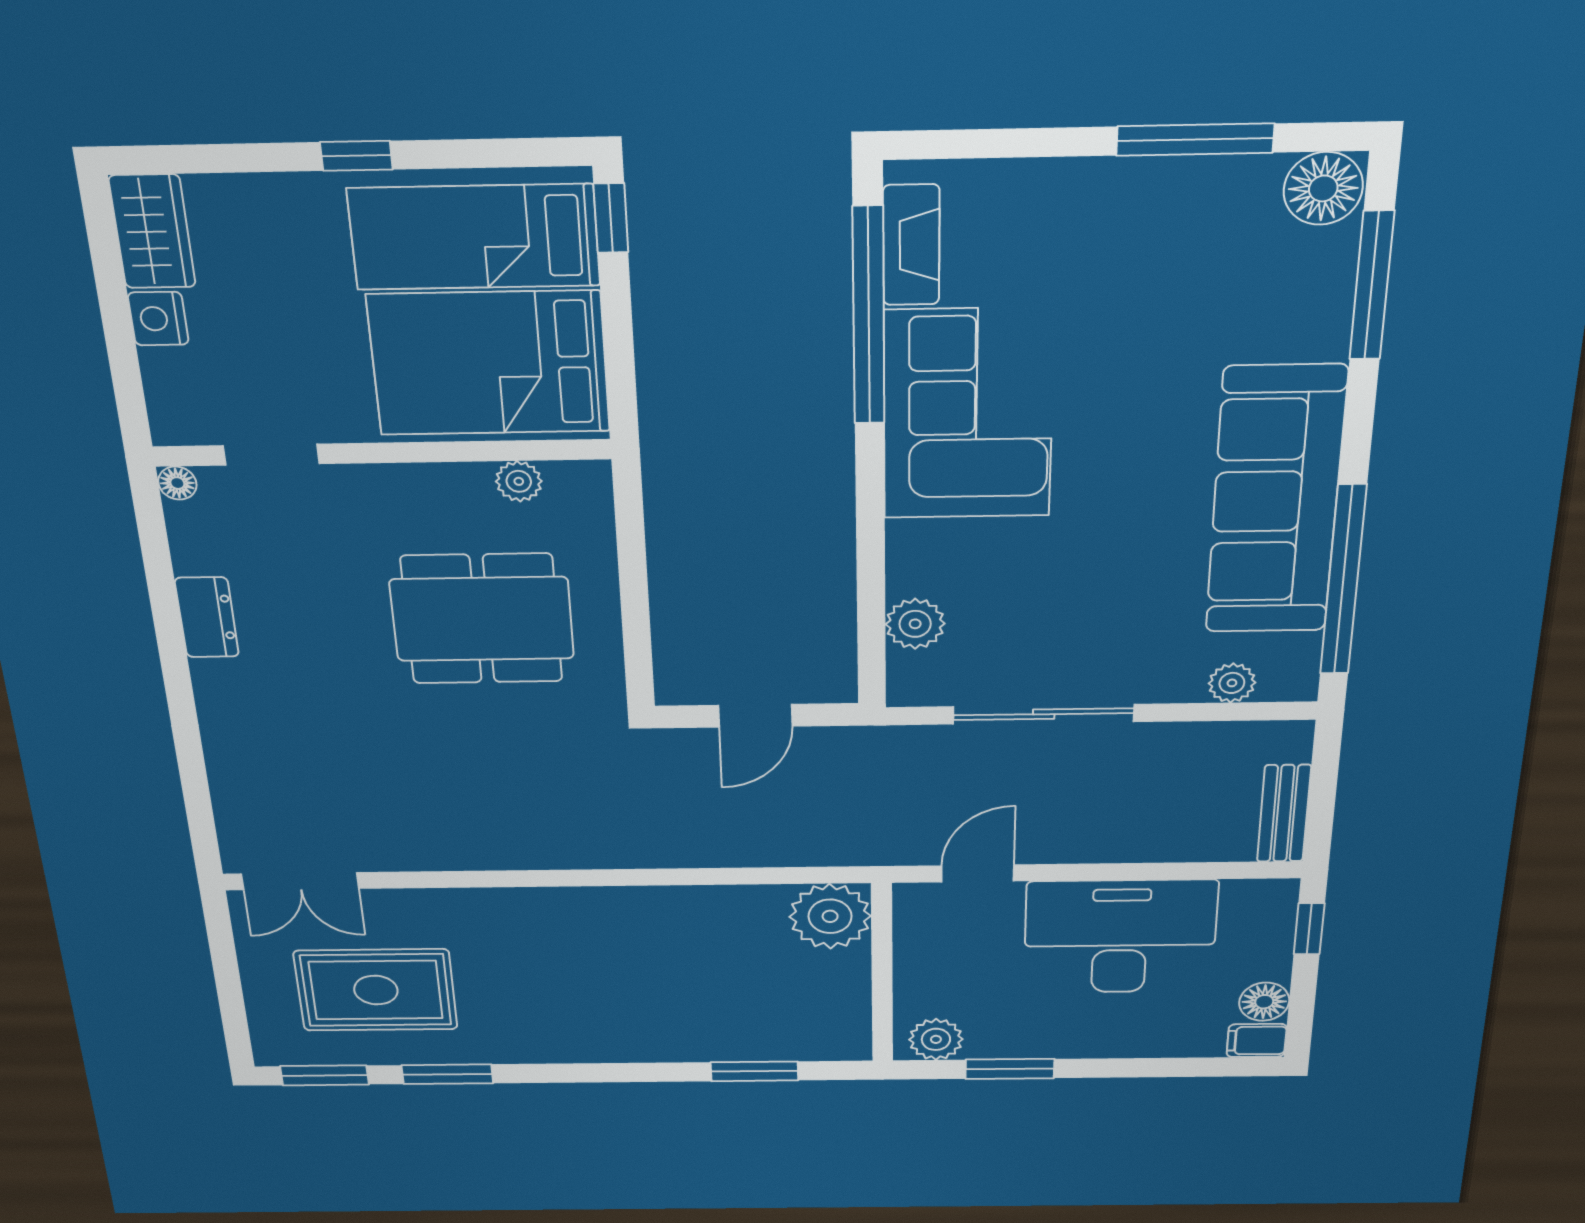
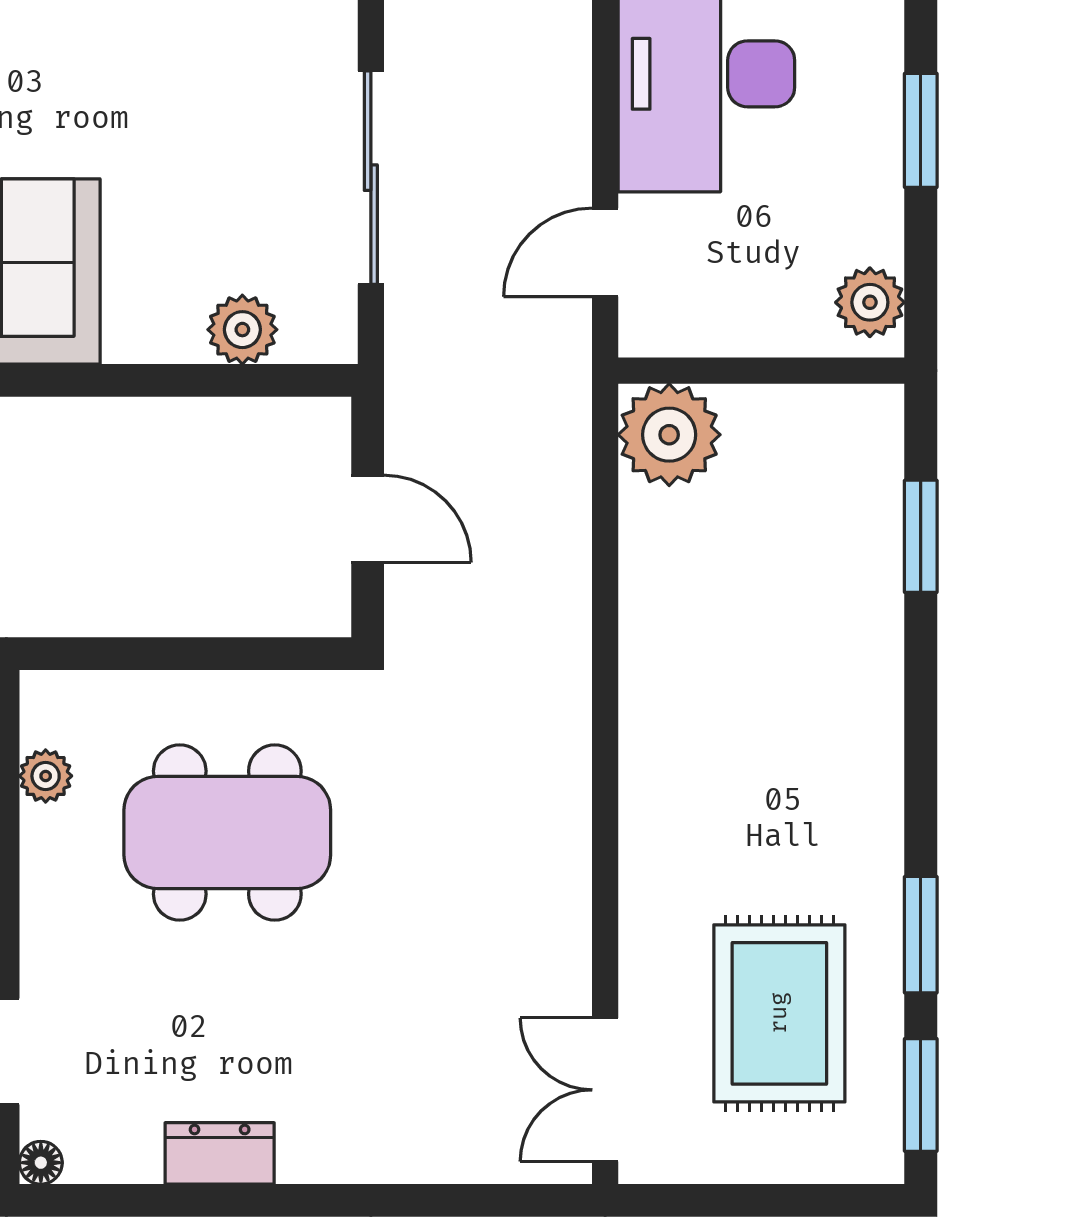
dining table: (482, 619) -> (227, 833), turned 90
door: (978, 873) -> (605, 252), hinge flipped
double door: (300, 881) -> (605, 1090), swing flipped
window: (1010, 1069) -> (921, 130), moved

